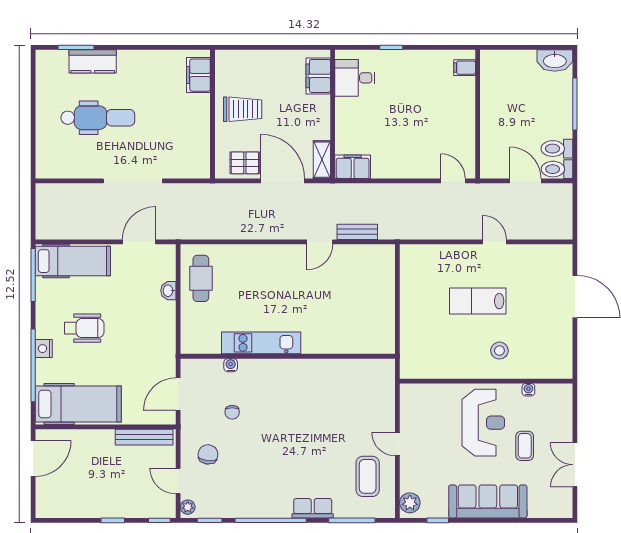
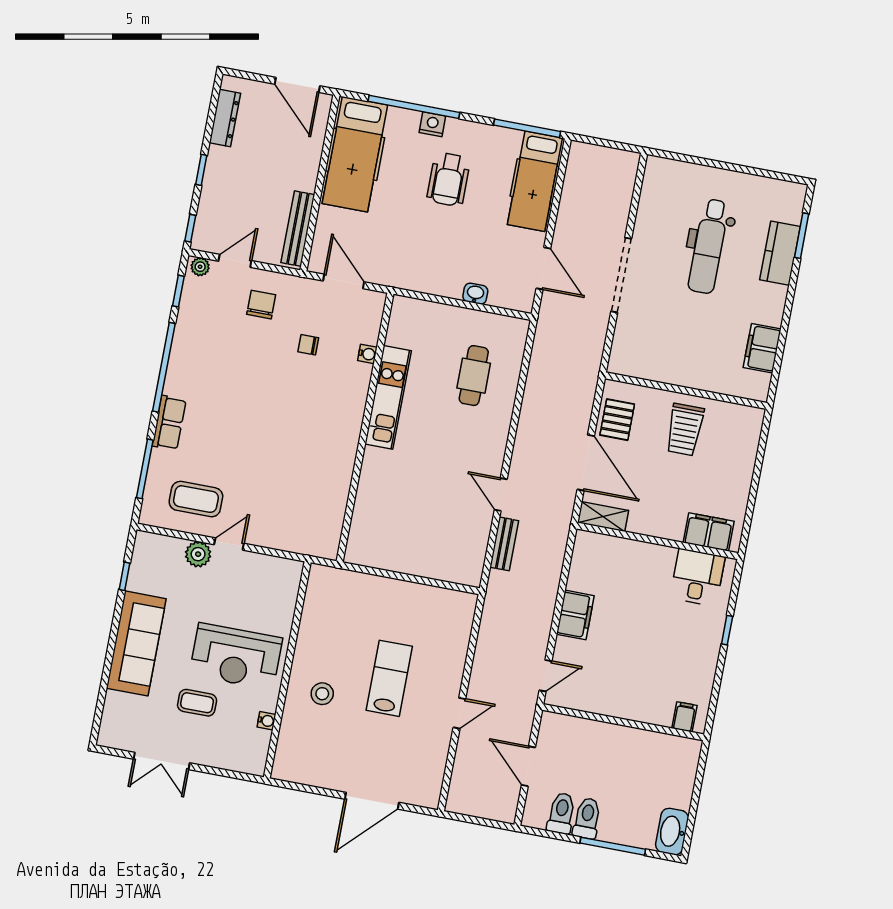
filing cabinet: (198, 75) -> (762, 348), moved, turned -90
filing cabinet: (353, 167) -> (575, 615), moved
toilet: (557, 169) -> (587, 818), moved
door: (283, 181) -> (586, 463), hinge flipped
door: (525, 181) -> (528, 766), swing flipped
cafe table: (201, 278) -> (474, 376), moved, turned 90
chair: (208, 454) -> (261, 305), turned -97
double door: (575, 465) -> (162, 761), swing flipped
plant: (410, 503) -> (198, 554), moved
dresser: (69, 510) -> (225, 118), added

